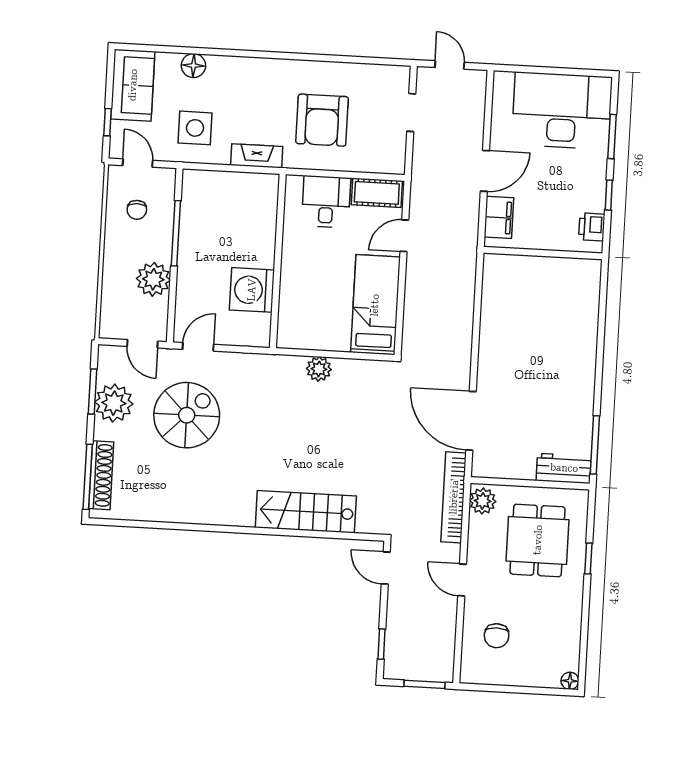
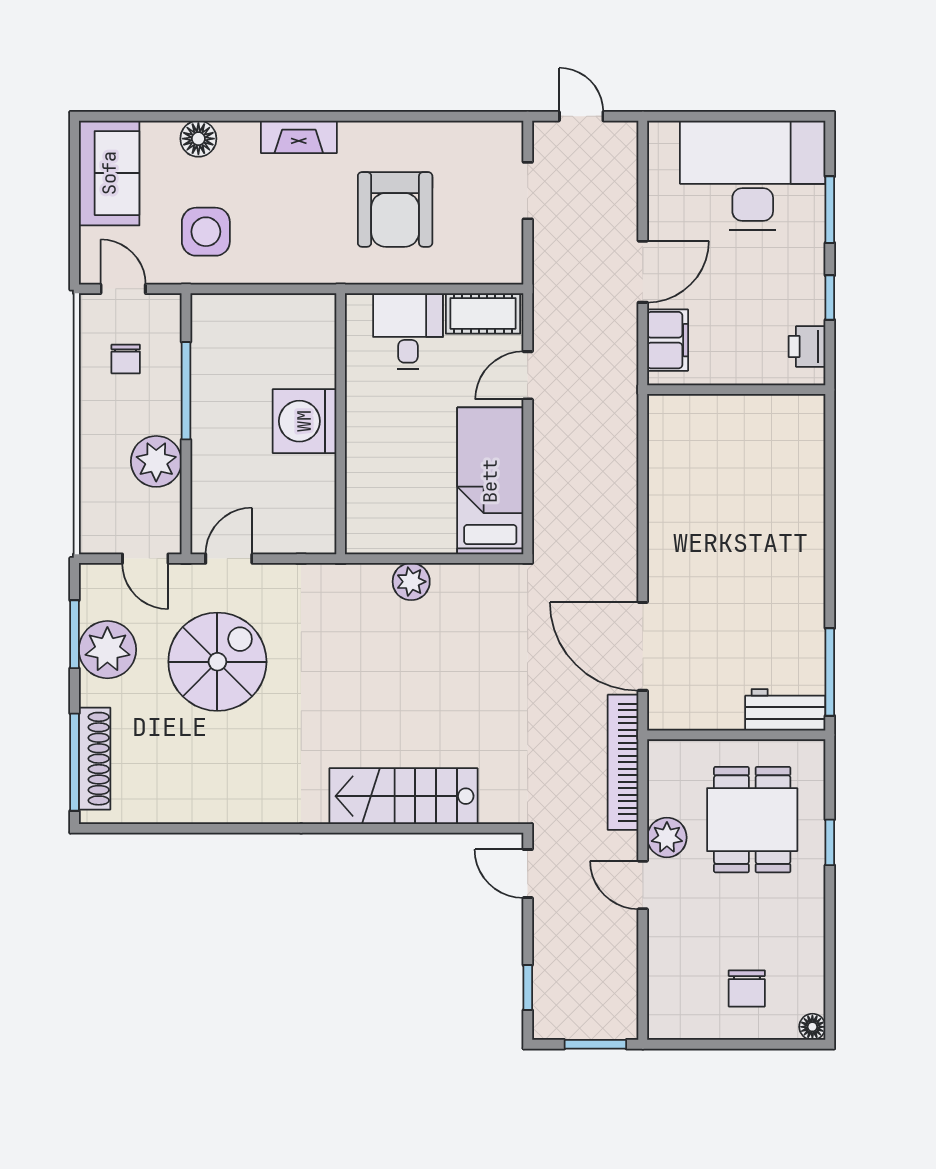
window: (107, 122) -> (75, 230), removed
fireplace: (257, 156) -> (299, 137), moved, turned 180
washing machine: (252, 290) -> (304, 421), moved
plant: (483, 501) -> (667, 837), moved
chair: (497, 636) -> (747, 988), moved

